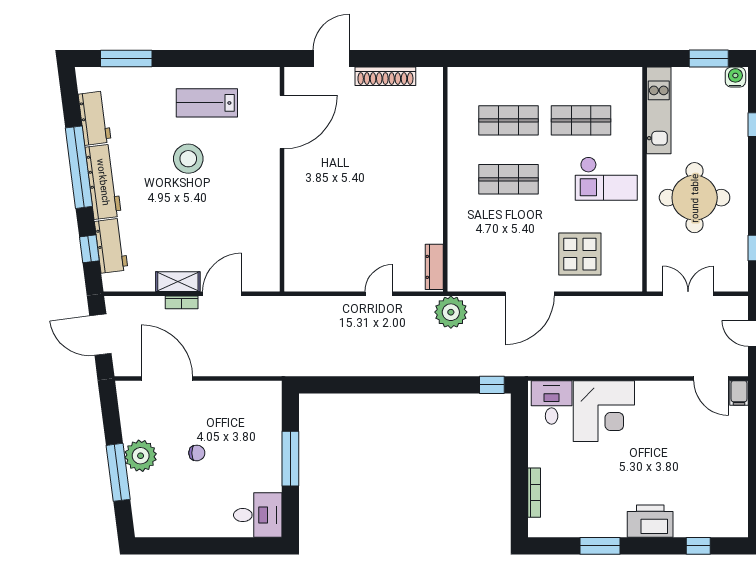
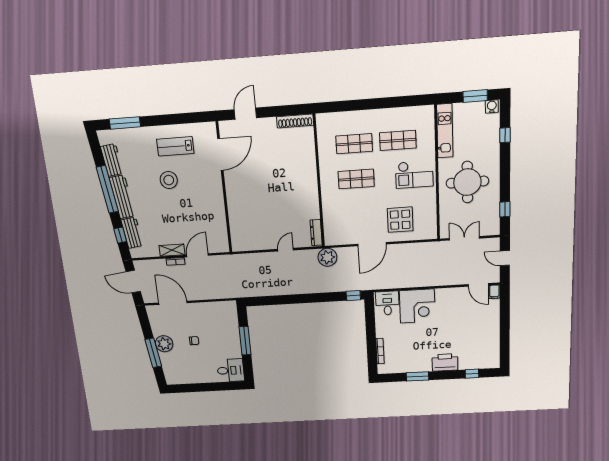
shoe rack: (385, 76) -> (295, 121), moved

